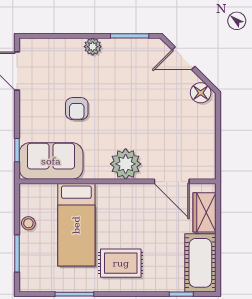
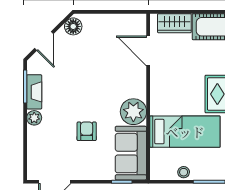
fireplace: (123, 47) -> (34, 92), added
armchair: (77, 109) -> (87, 131), turned -90
plant: (126, 164) -> (133, 112), moved
door: (172, 181) -> (148, 51), swing flipped

